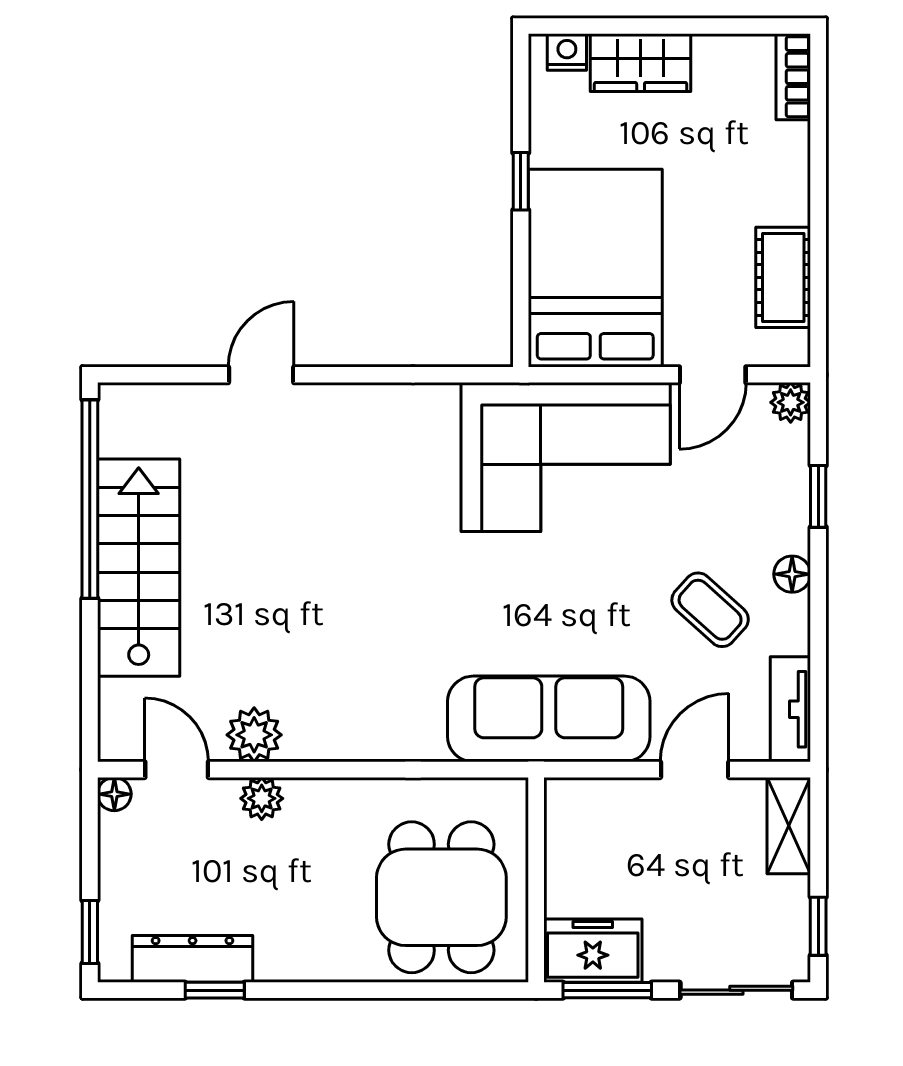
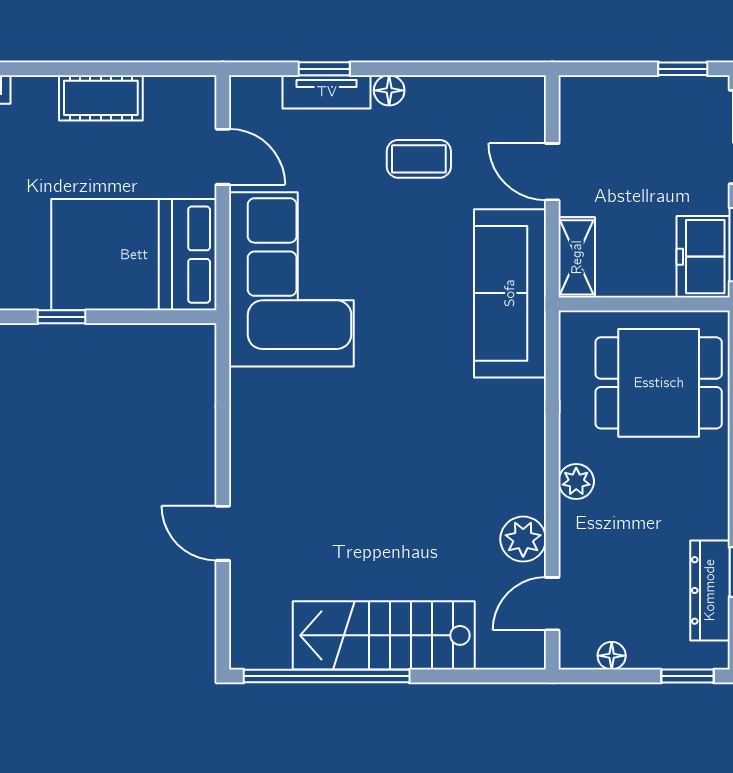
cot: (783, 277) -> (101, 98), moved
plant: (791, 402) -> (246, 92), removed
coffee table: (710, 610) -> (419, 159), turned 48
tv unit: (790, 709) -> (327, 92), moved
floor lamp: (114, 794) -> (612, 656), moved
plant: (262, 798) -> (576, 481), moved
shelving: (789, 826) -> (577, 257), moved, turned 90

